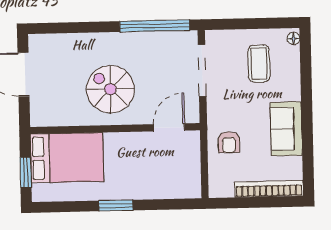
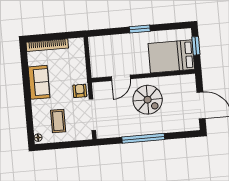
window: (155, 26) -> (143, 138), moved
door: (169, 127) -> (121, 78), moved
armchair: (229, 142) -> (80, 91), moved

